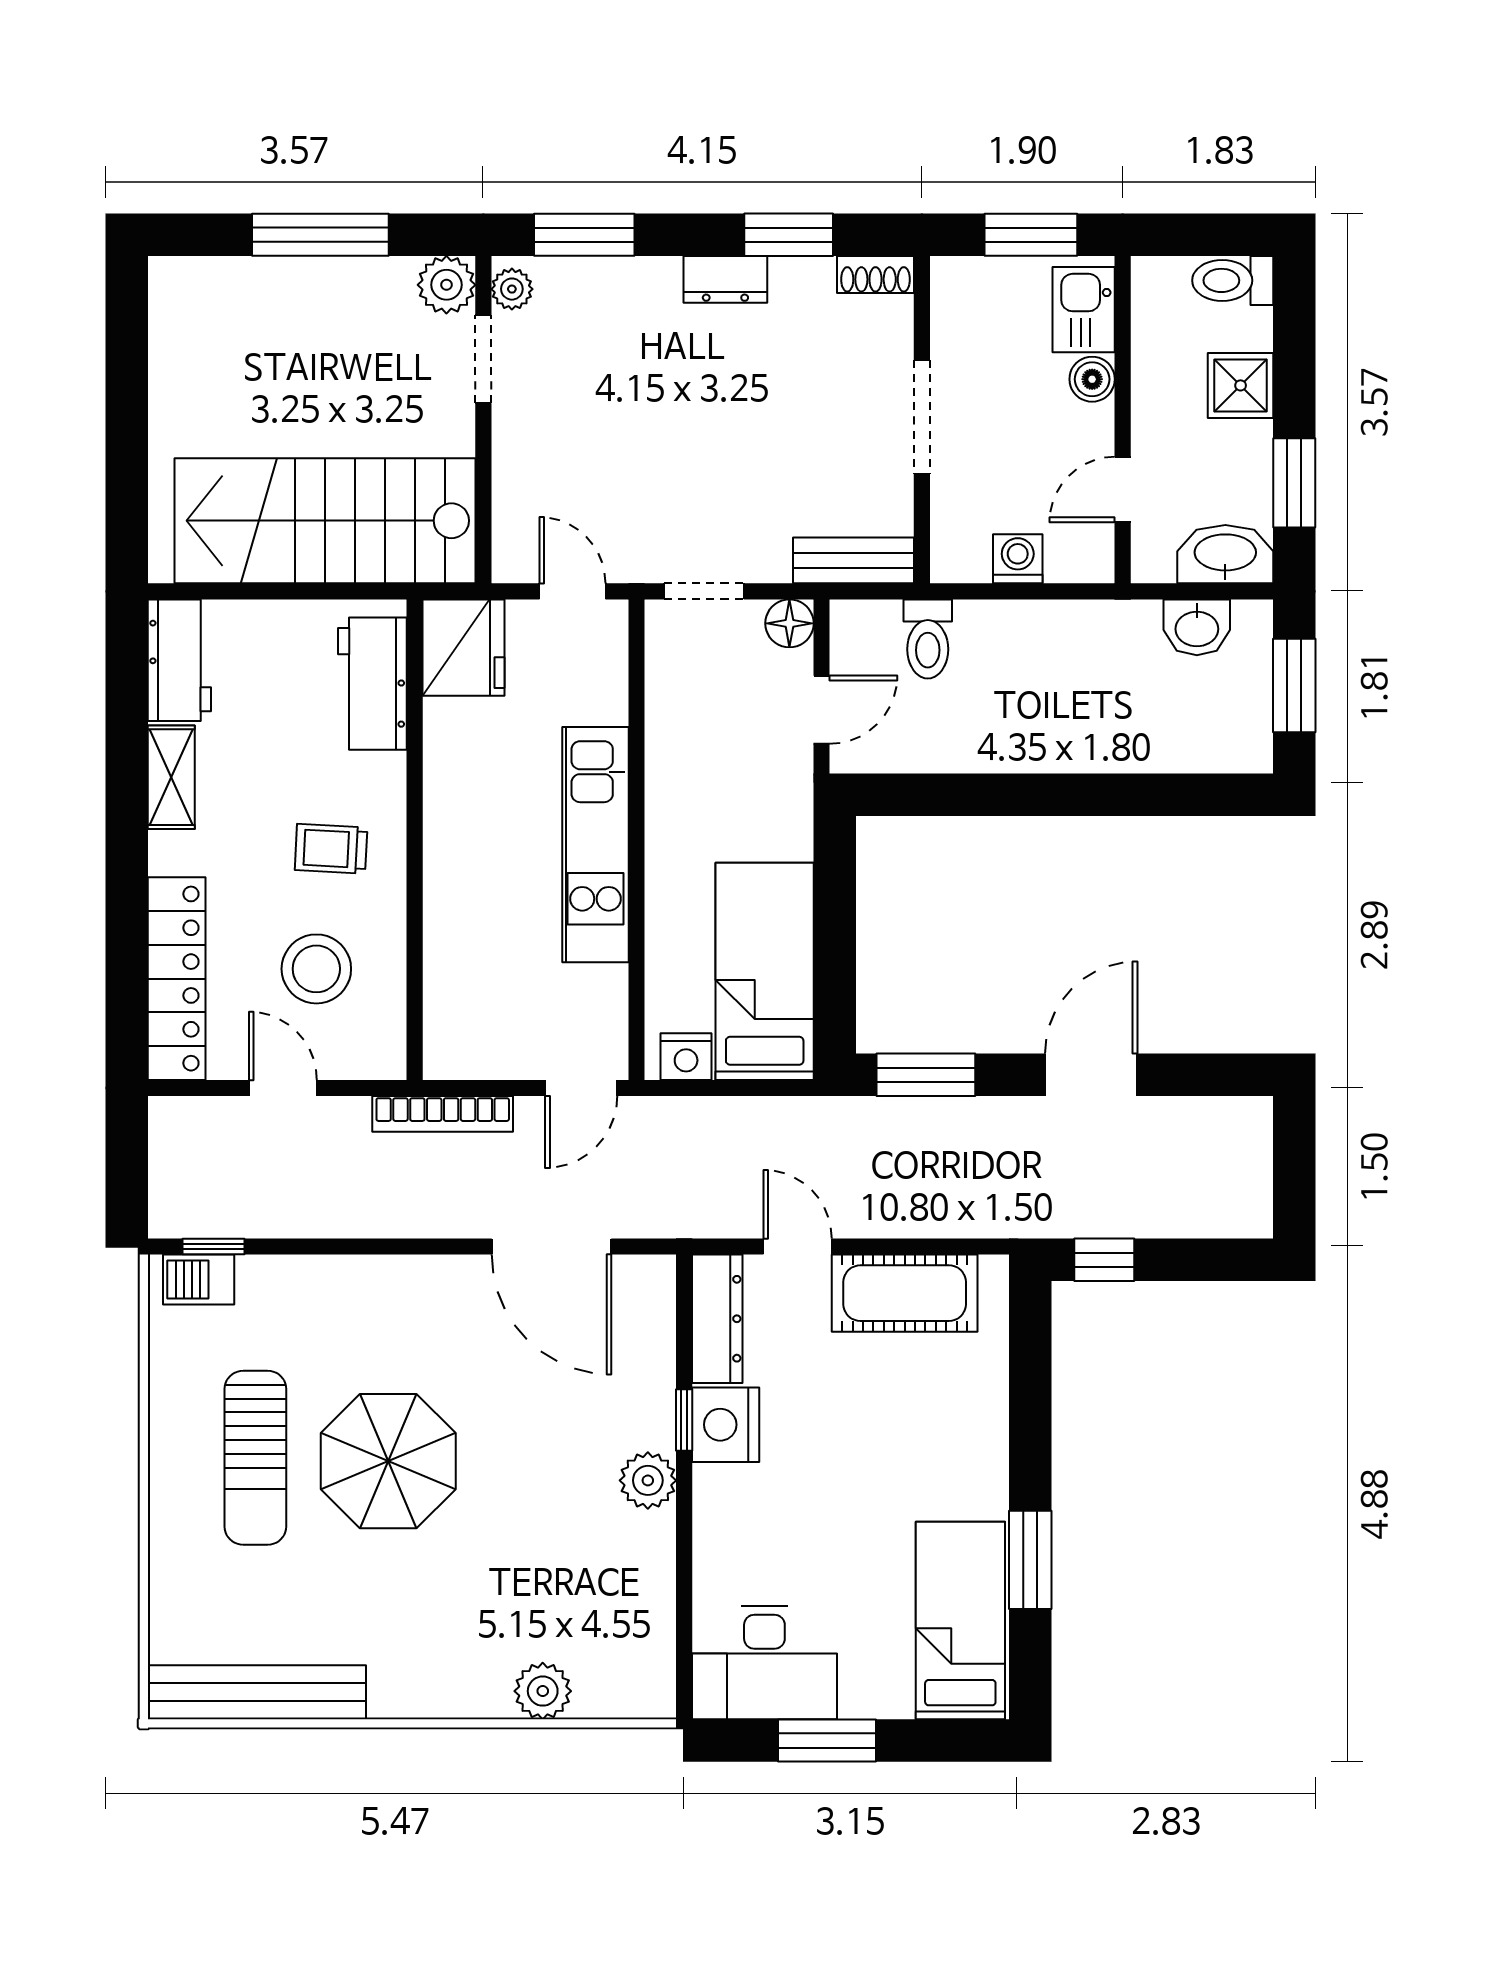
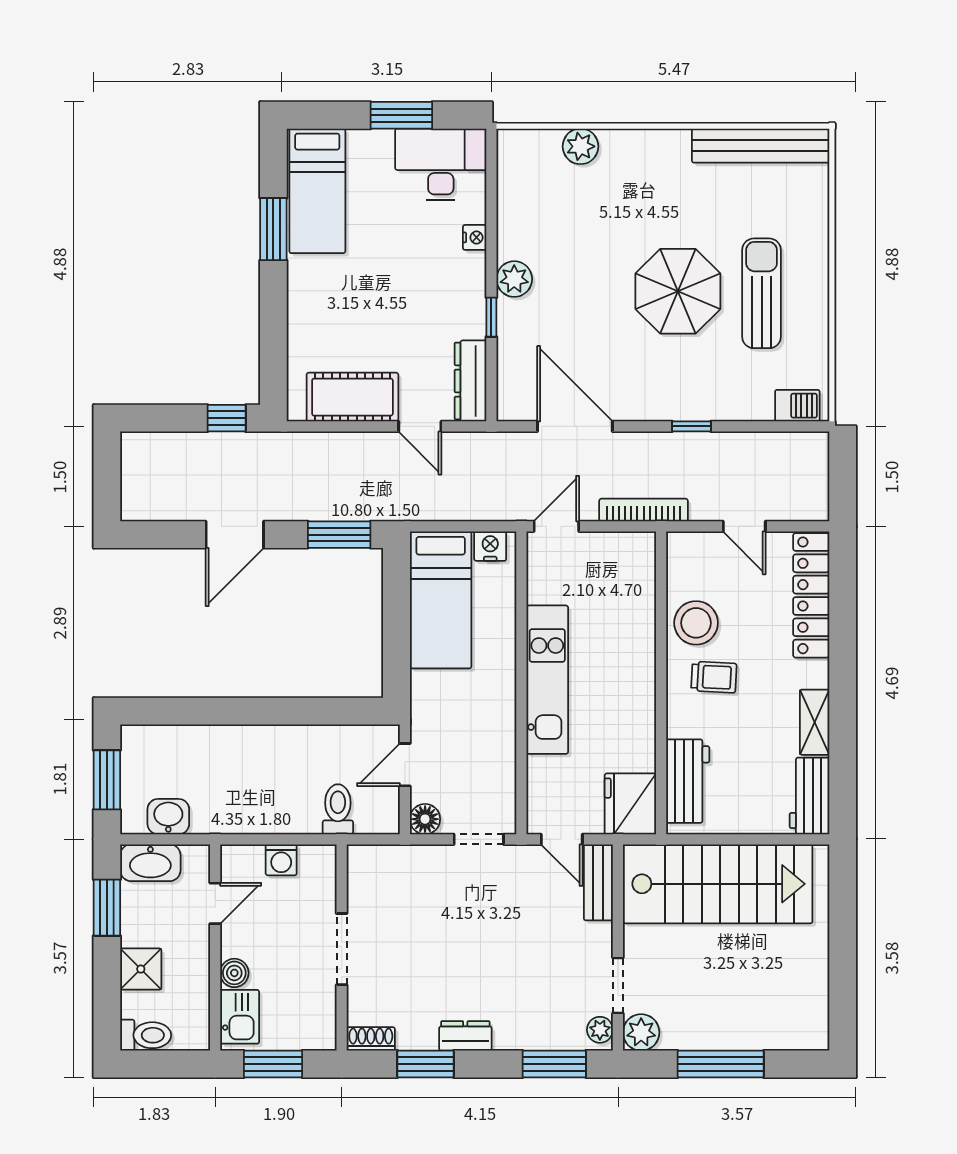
bench: (854, 560) -> (598, 882), moved, turned 90
stool: (316, 969) -> (696, 623), moved
window: (213, 1246) -> (691, 426), moved
nightstand: (726, 1425) -> (475, 237), moved, width x0.53, depth x0.56

